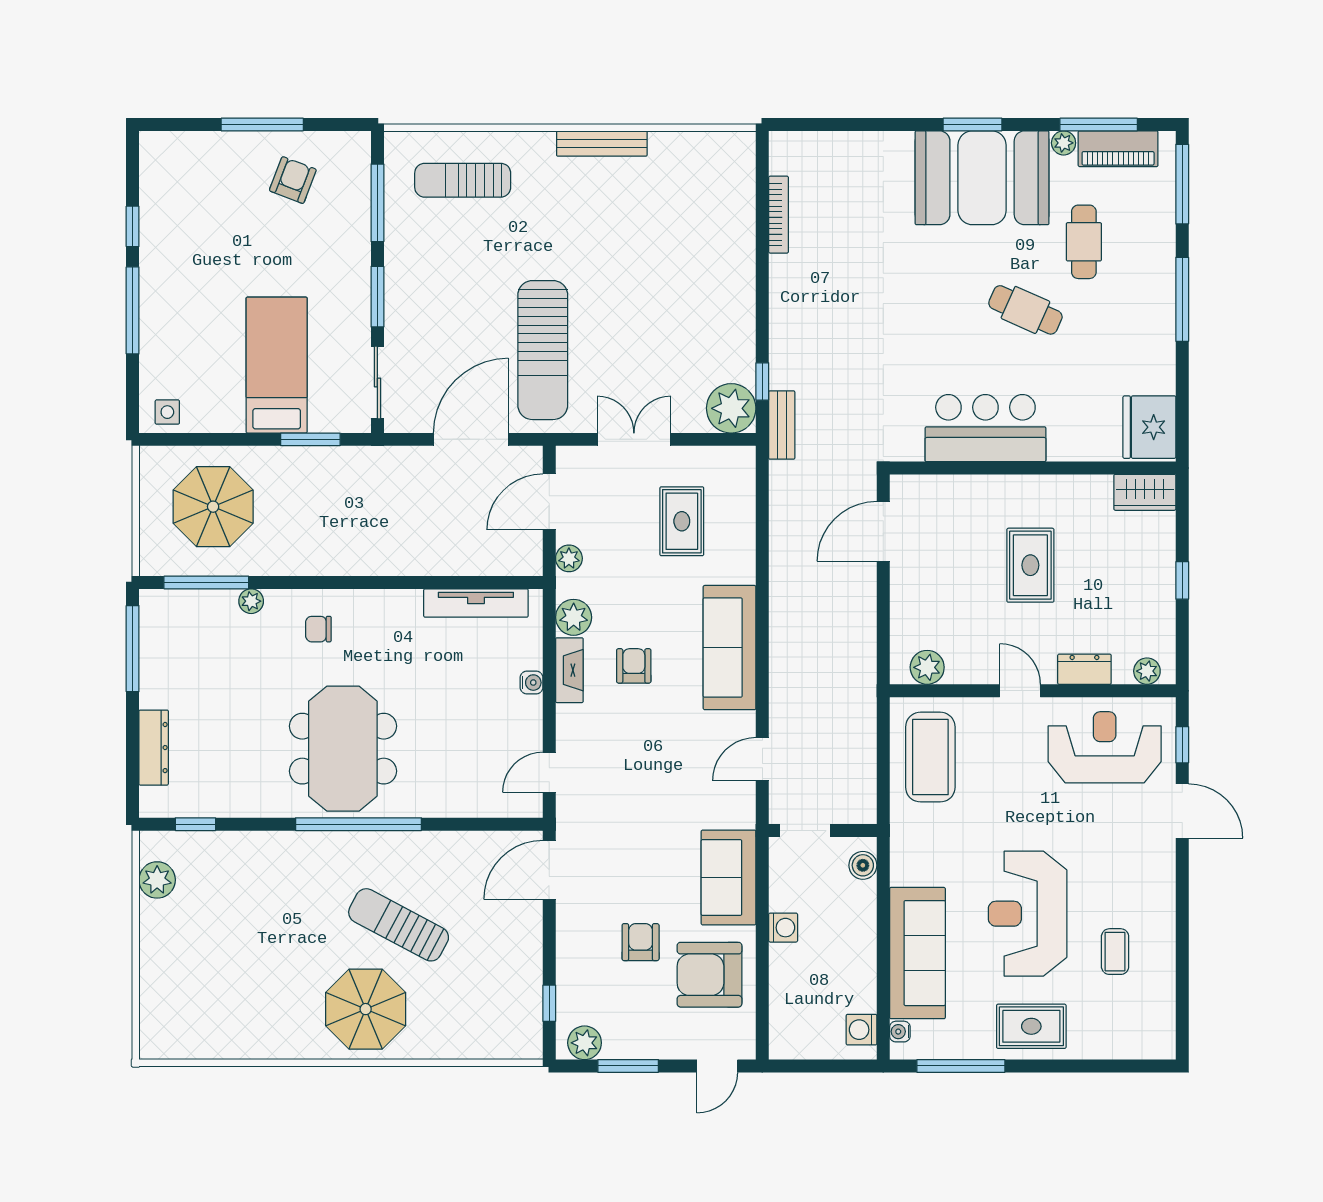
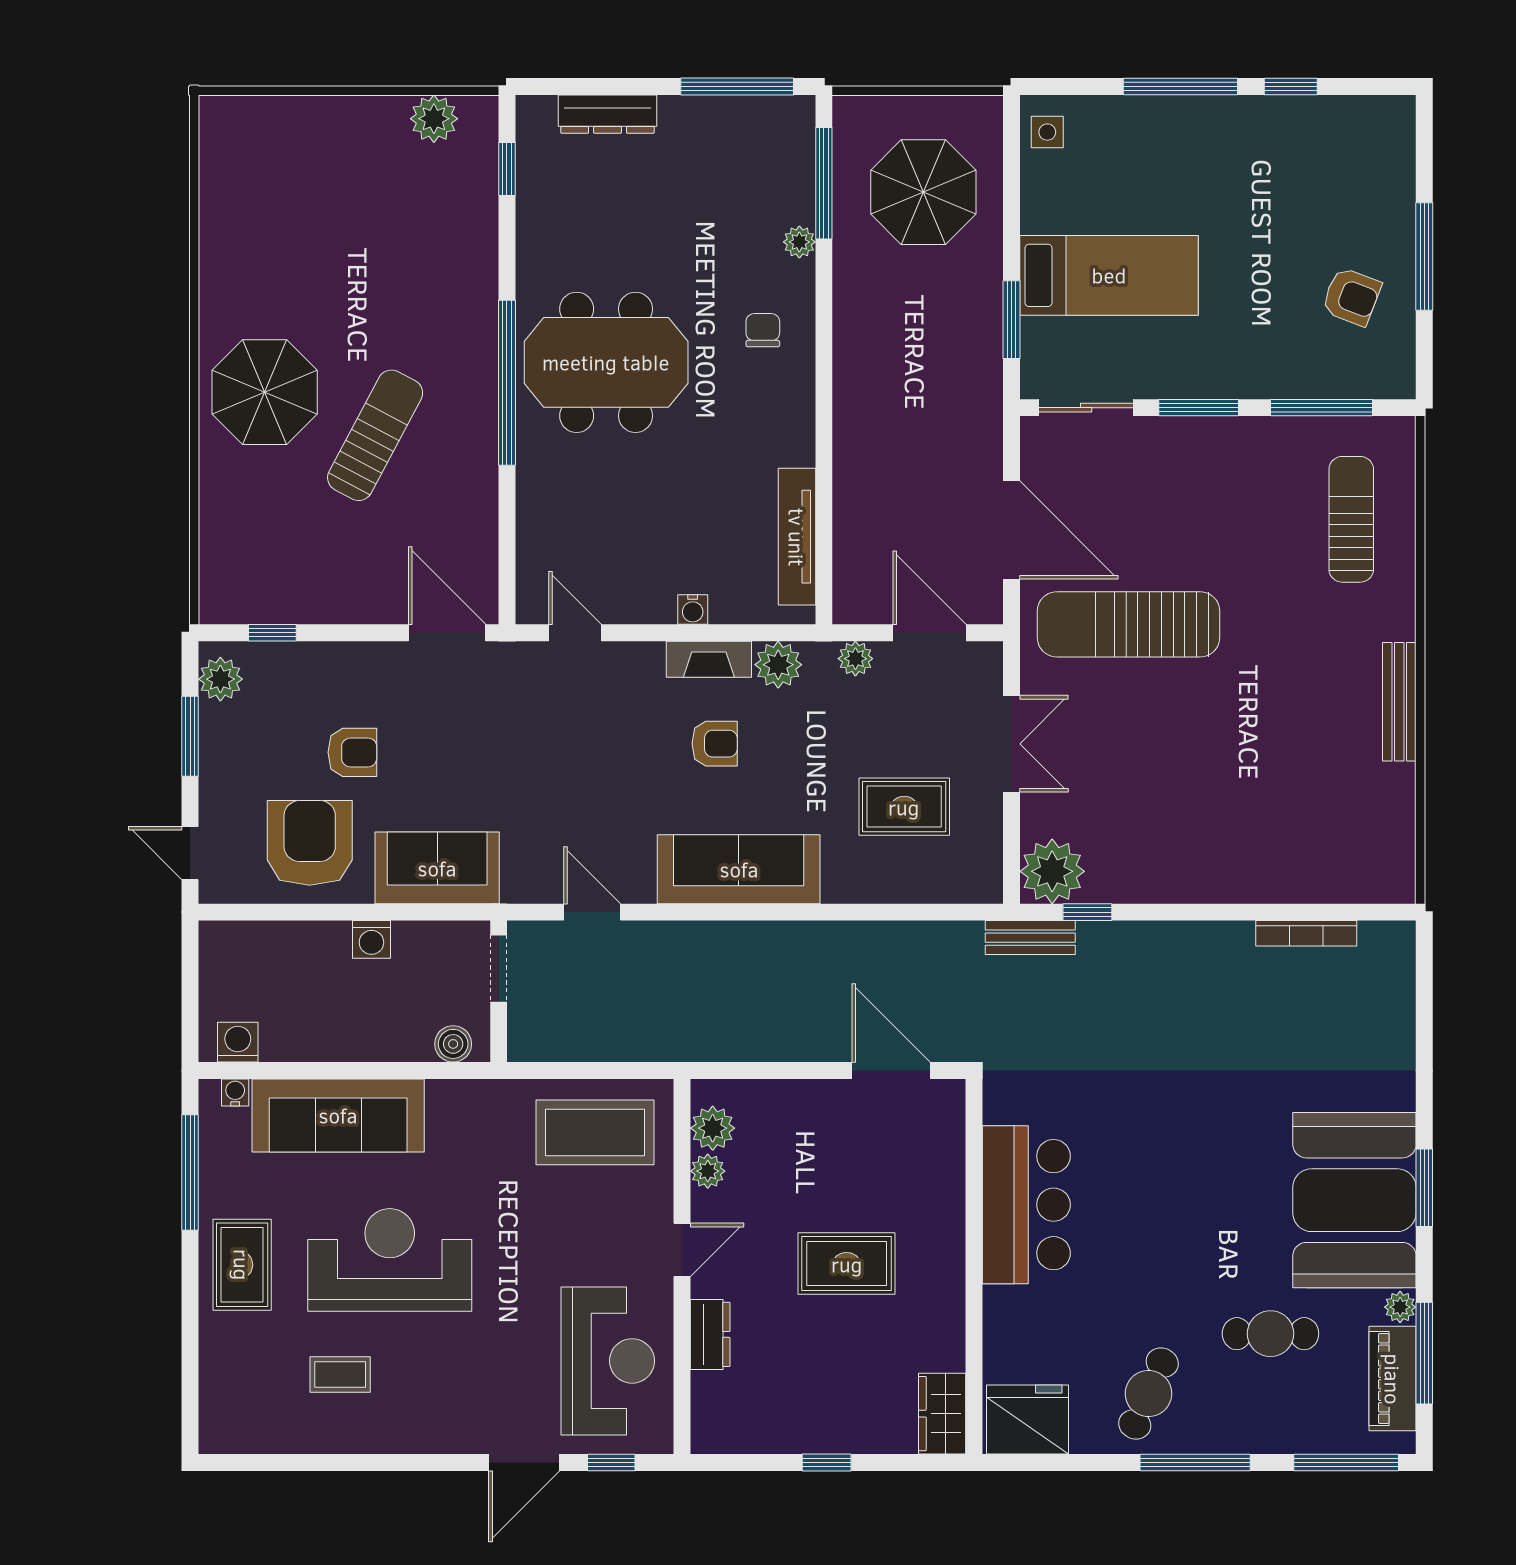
cafe table: (1025, 310) -> (1148, 1394), moved
plant: (1147, 671) -> (708, 1171), moved

